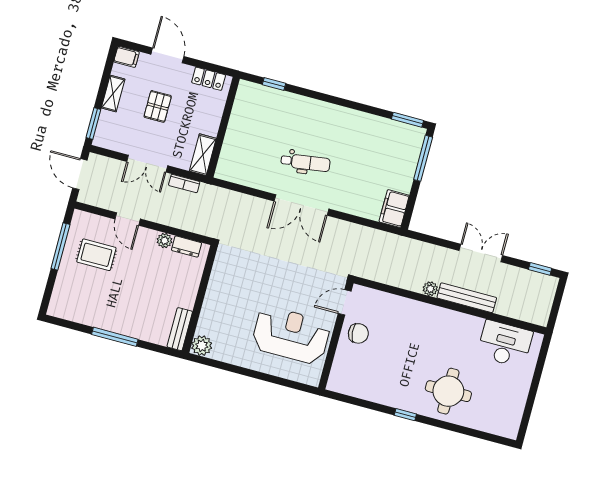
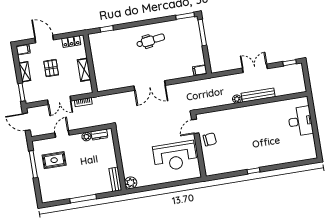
shelving: (203, 155) -> (84, 70), moved
dental chair: (305, 162) -> (151, 41), moved
filing cabinet: (394, 209) -> (200, 70), width x0.50
door: (128, 219) -> (62, 134), swing flipped
reception desk: (291, 335) -> (175, 156), turned 180
desk: (505, 344) -> (300, 121), moved, turned 90
round table: (448, 391) -> (271, 148), removed

